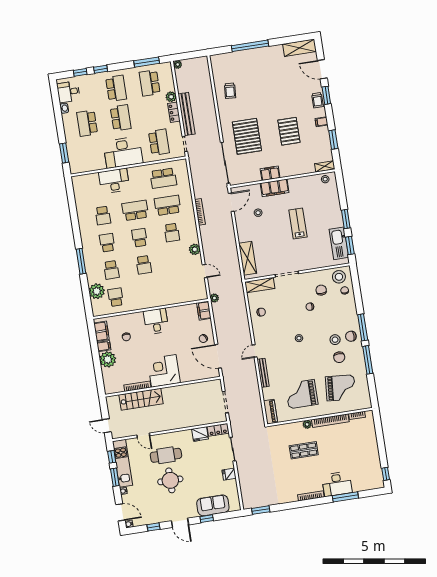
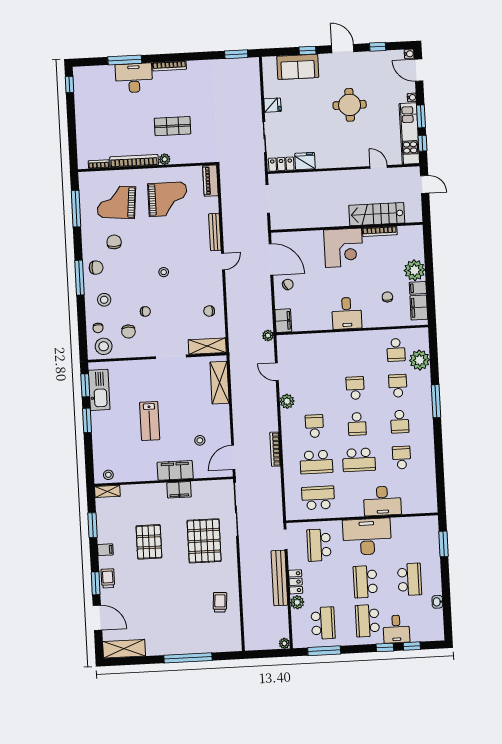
desk: (68, 92) -> (396, 629), moved, turned 90
stool: (335, 340) -> (104, 300), moved
window: (368, 360) -> (76, 209), moved
cafe table: (166, 455) -> (352, 138), removed

